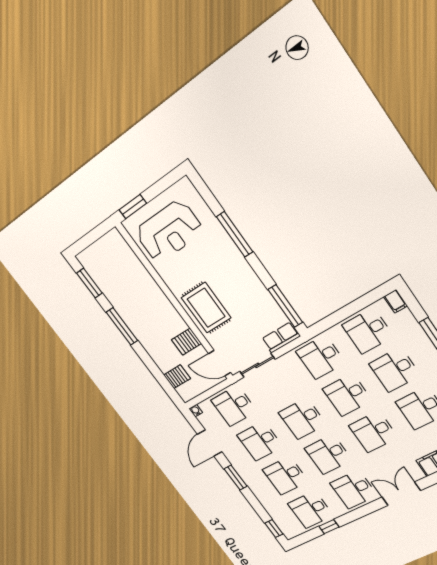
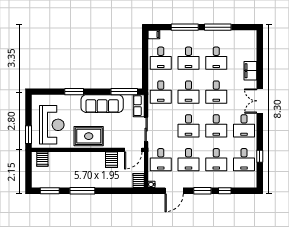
window: (235, 234) -> (74, 92), width x0.69
server rack: (118, 247) -> (42, 159), added
sofa: (247, 285) -> (102, 104), added
rug: (206, 308) -> (89, 136), moved
server rack: (177, 377) -> (139, 181), moved
door: (210, 443) -> (174, 191), hinge flipped
window: (274, 529) -> (225, 191), moved

